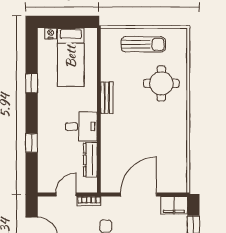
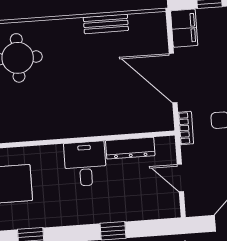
bench: (107, 98) -> (106, 24), moved
bookcase: (89, 201) -> (186, 128), moved

